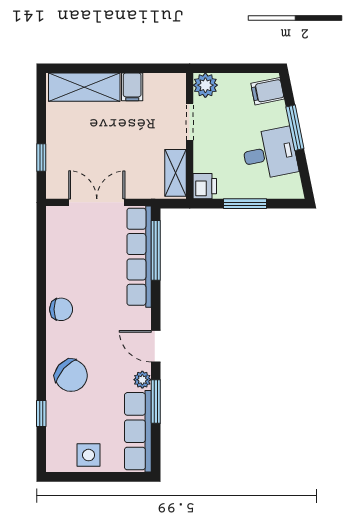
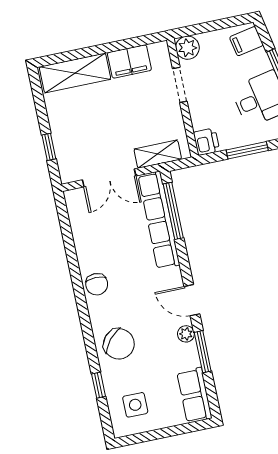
filing cabinet: (132, 87) -> (129, 61), width x2.00
shelving: (176, 173) -> (158, 154), moved, turned 90
double door: (97, 202) -> (109, 178), swing flipped
chair: (61, 309) -> (97, 284), turned 90
row of seats: (138, 431) -> (194, 395), width x0.68
side table: (89, 455) -> (135, 405), moved

